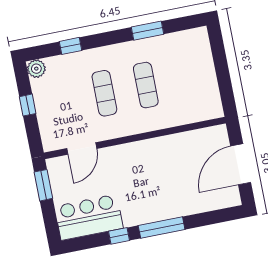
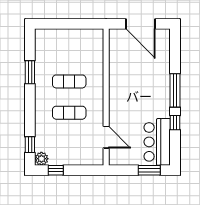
window: (70, 46) -> (30, 145), moved
window: (28, 105) -> (56, 170), moved
window: (43, 185) -> (149, 170), moved

